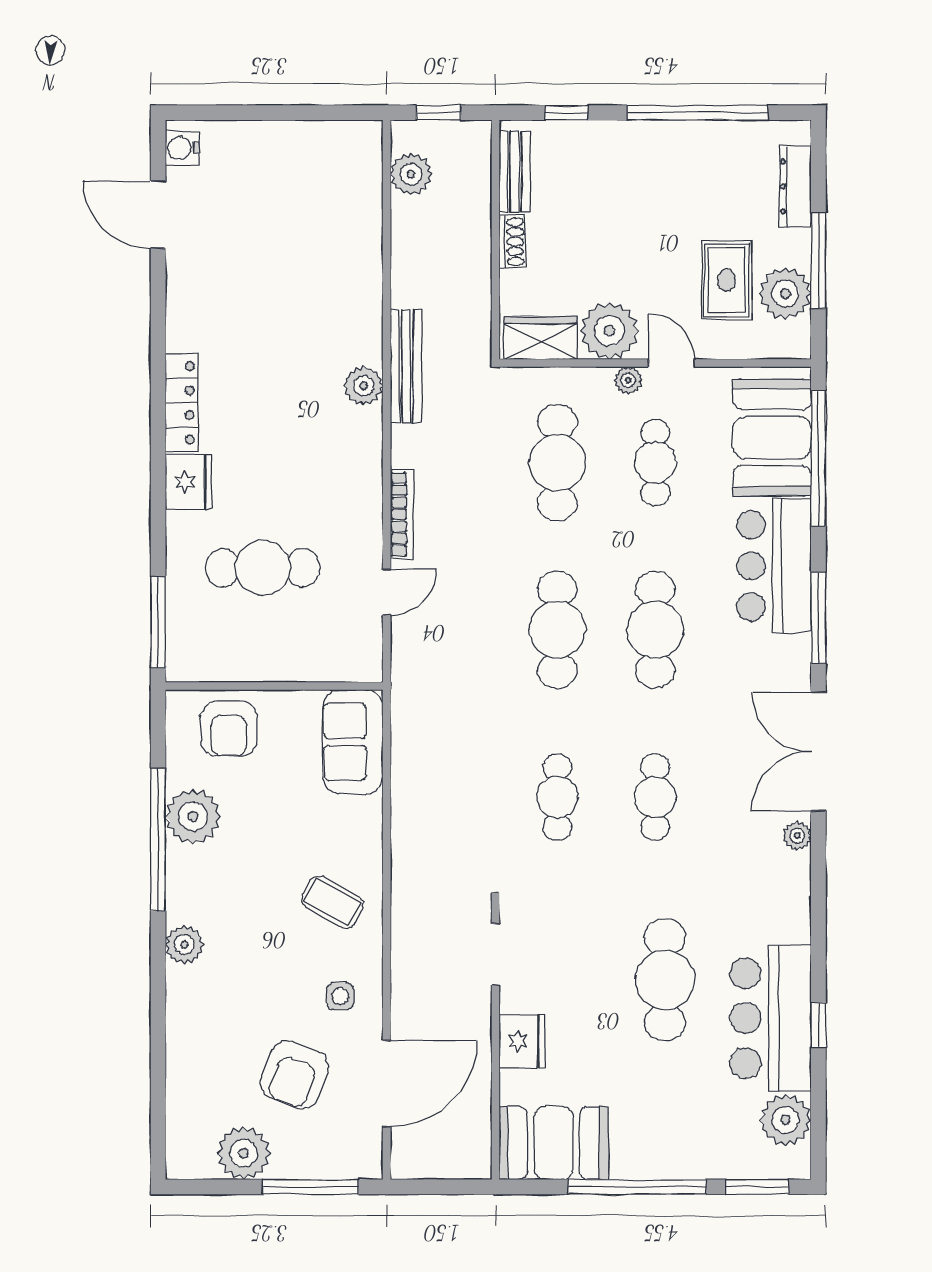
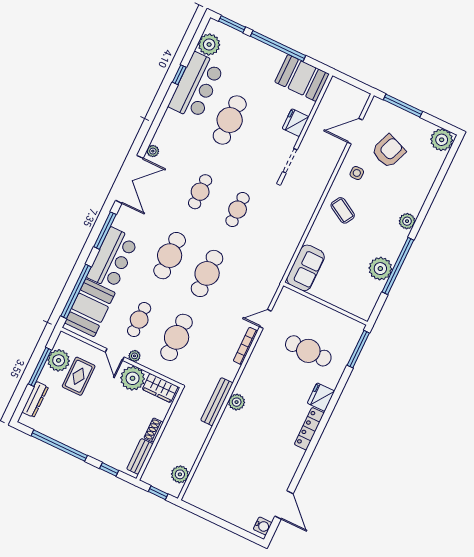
armchair: (229, 729) -> (351, 296), removed
door: (387, 1084) -> (355, 131), width x0.73
plant: (244, 1153) -> (442, 140), moved

